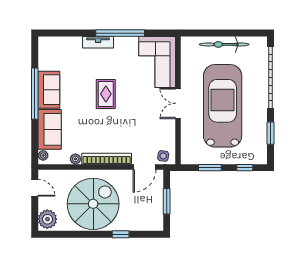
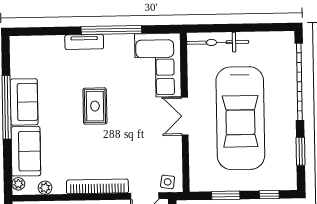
bicycle: (224, 44) -> (218, 42), moved
car: (223, 106) -> (240, 118), turned 180
plant: (75, 159) -> (45, 188), moved

